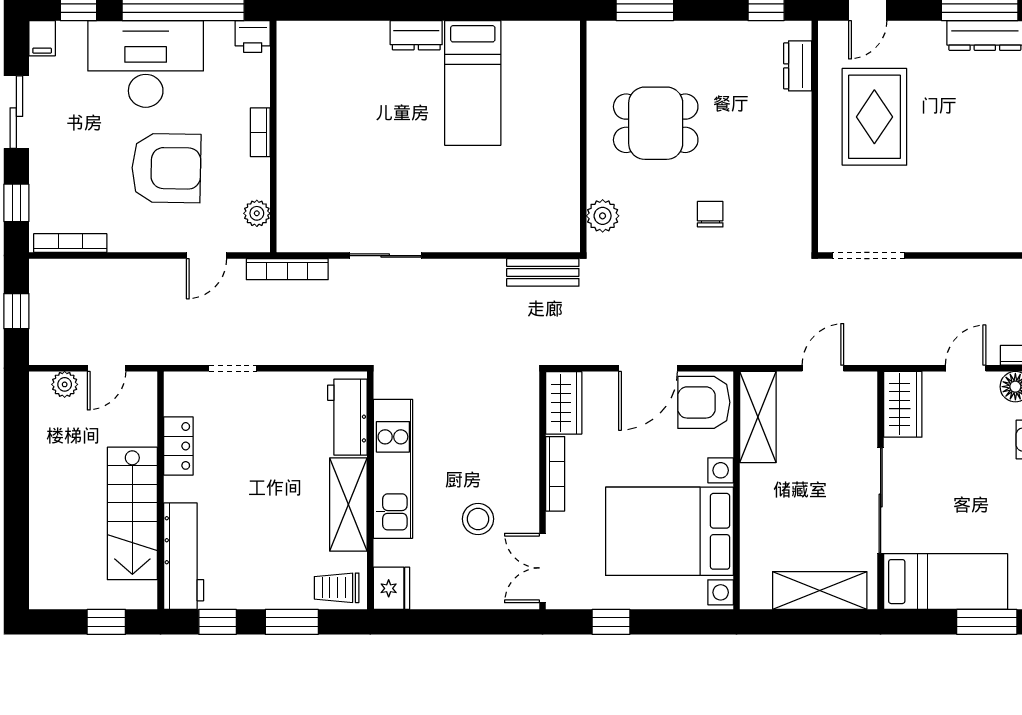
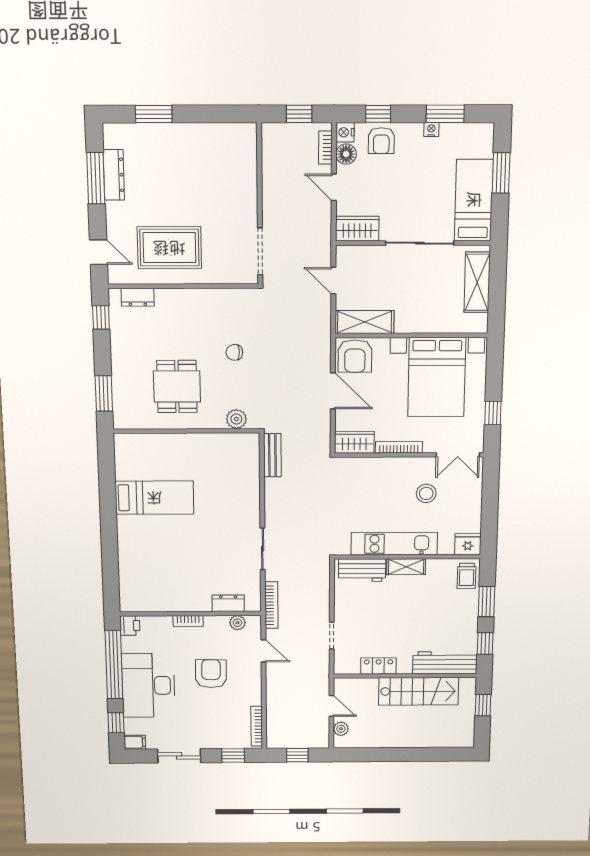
dresser: (416, 35) -> (228, 603), moved, turned -90
armchair: (166, 168) -> (211, 674), width x0.73, depth x0.73
shelving: (348, 504) -> (406, 567), width x0.67, depth x0.75

